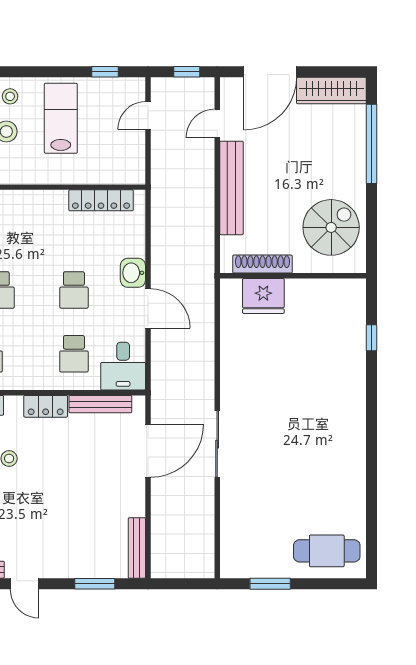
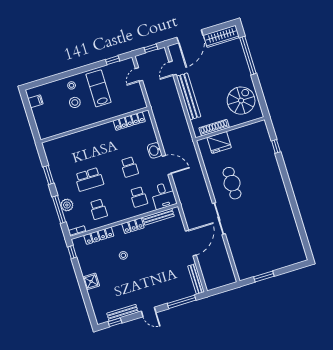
door: (148, 451) -> (191, 243), moved
cafe table: (327, 551) -> (232, 183), moved, turned 90
window: (95, 584) -> (182, 302), width x1.44

